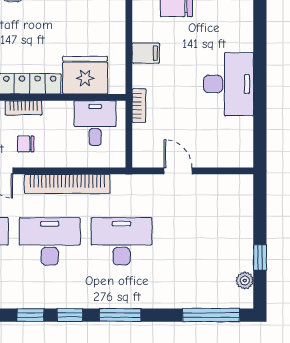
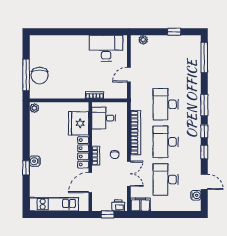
filing cabinet: (146, 53) -> (67, 92), removed
desk: (229, 84) -> (106, 48), moved
plant: (245, 281) -> (143, 40), moved

